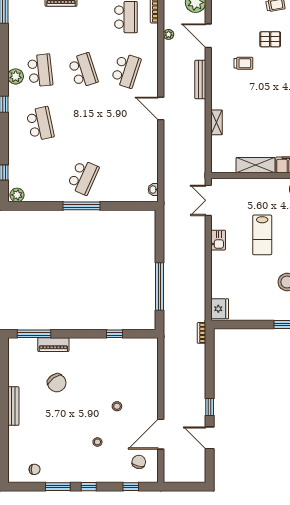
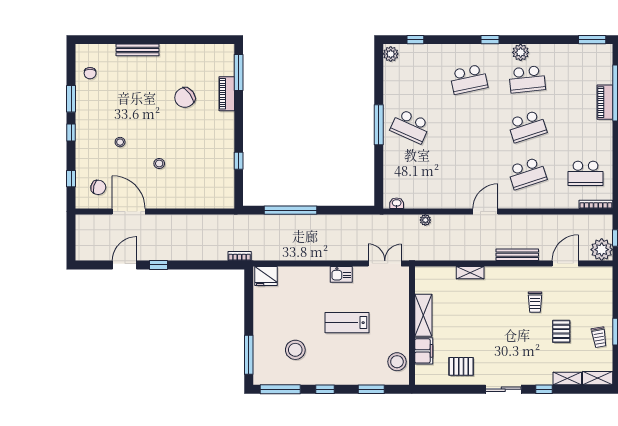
plant: (169, 34) -> (425, 220), moved
school desk: (126, 70) -> (527, 173), turned -36
bench: (13, 406) -> (137, 50), moved

